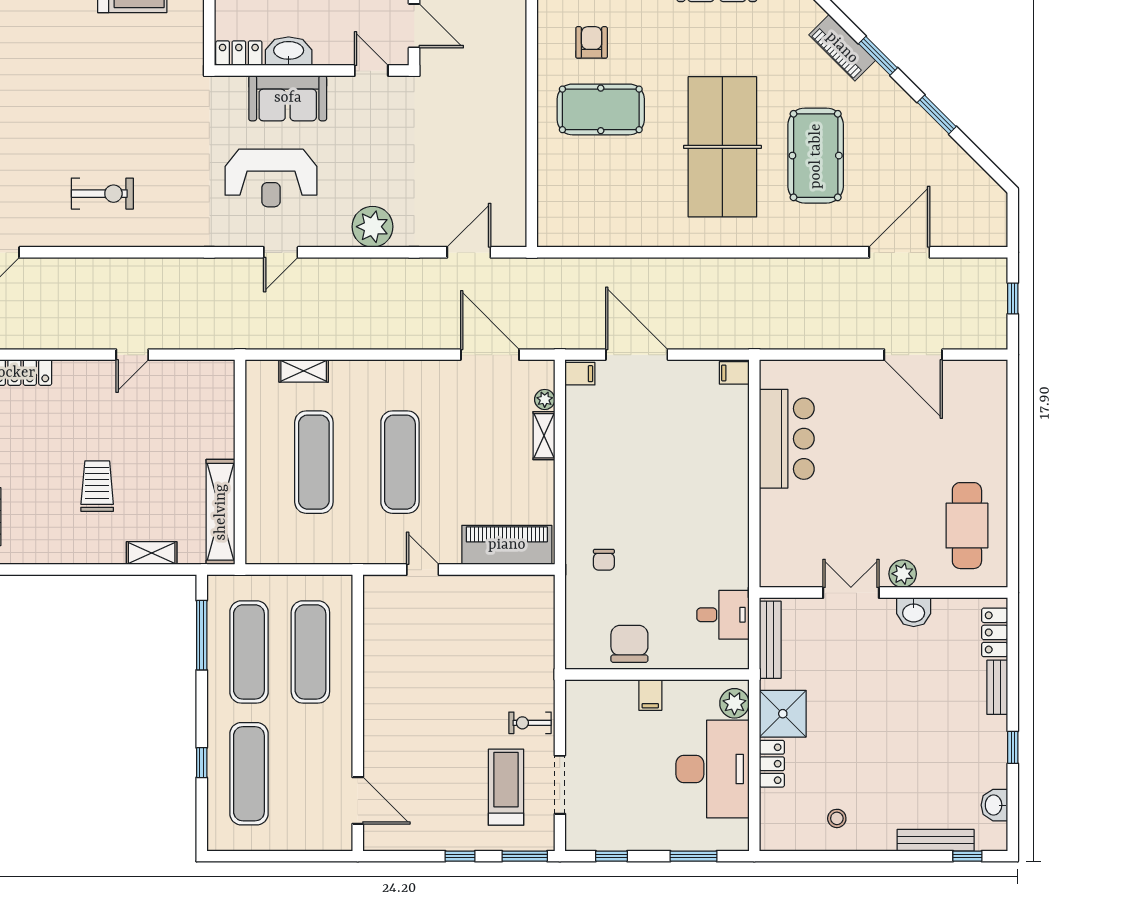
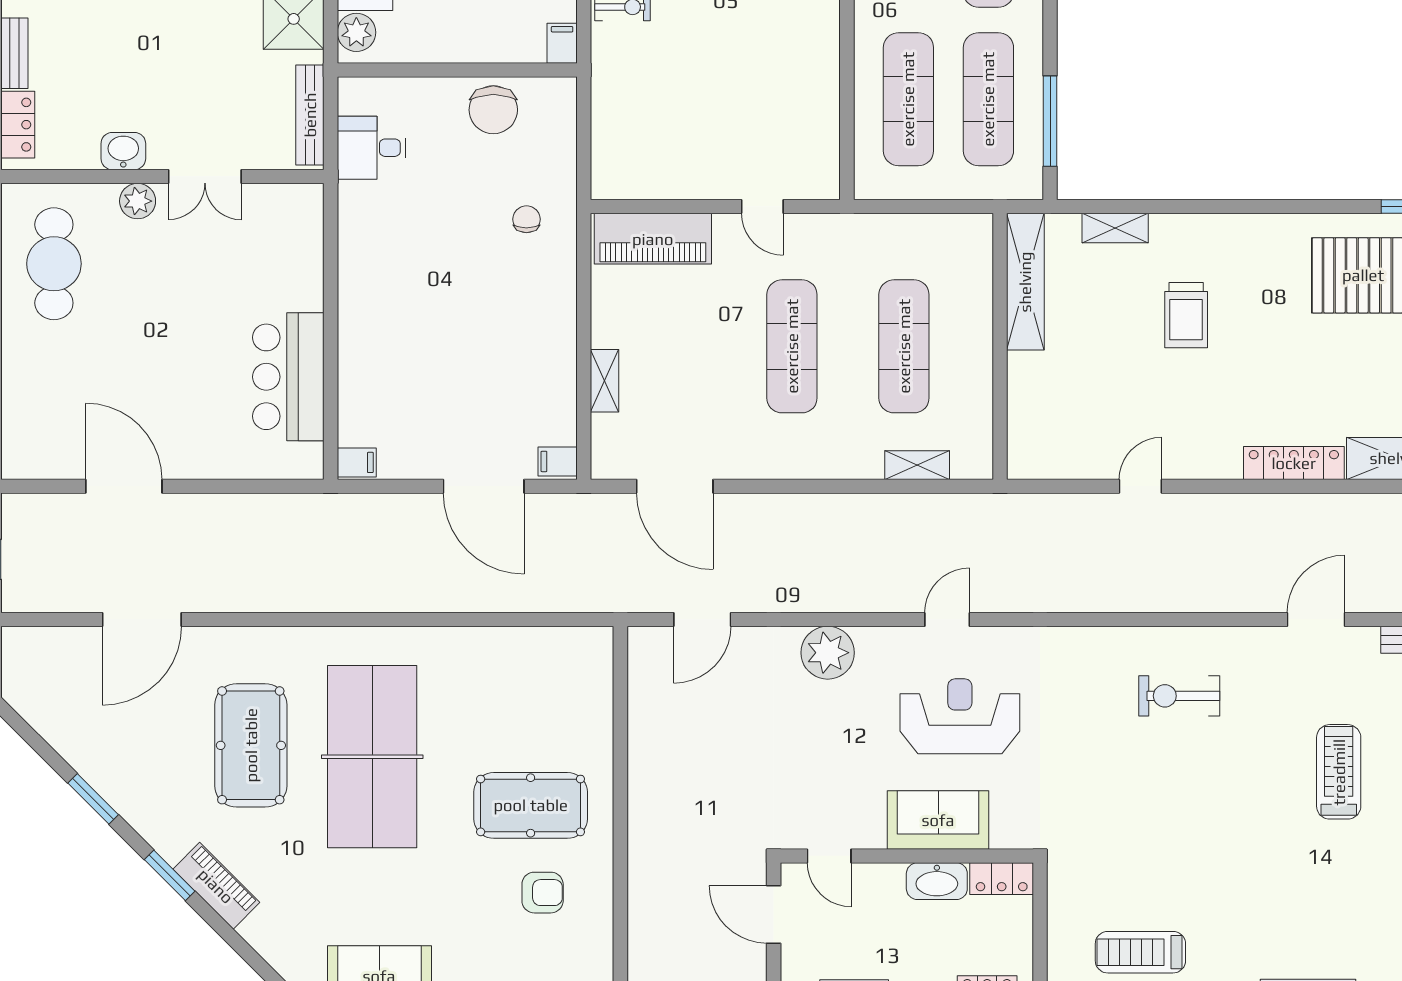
armchair: (592, 42) -> (543, 893), turned -90
plant: (545, 399) -> (604, 428), removed
filing cabinet: (650, 695) -> (562, 43), moved

